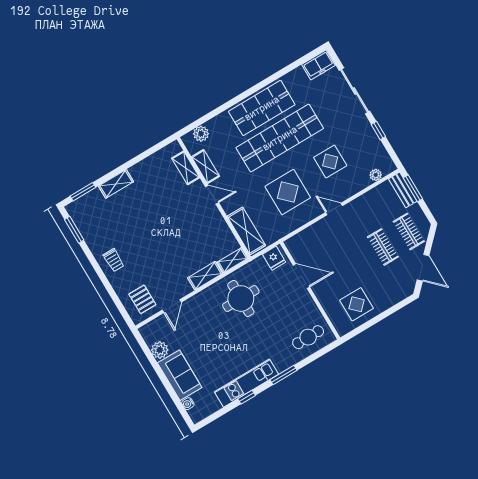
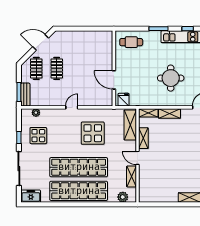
shop shelf: (262, 108) -> (79, 191), width x1.40
display table: (330, 161) -> (38, 136), moved
shelving: (186, 168) -> (143, 138), moved
door: (334, 209) -> (72, 107), swing flipped
door: (423, 268) -> (41, 42), hinge flipped
round table: (241, 298) -> (171, 78), moved
display table: (357, 304) -> (92, 44), removed

